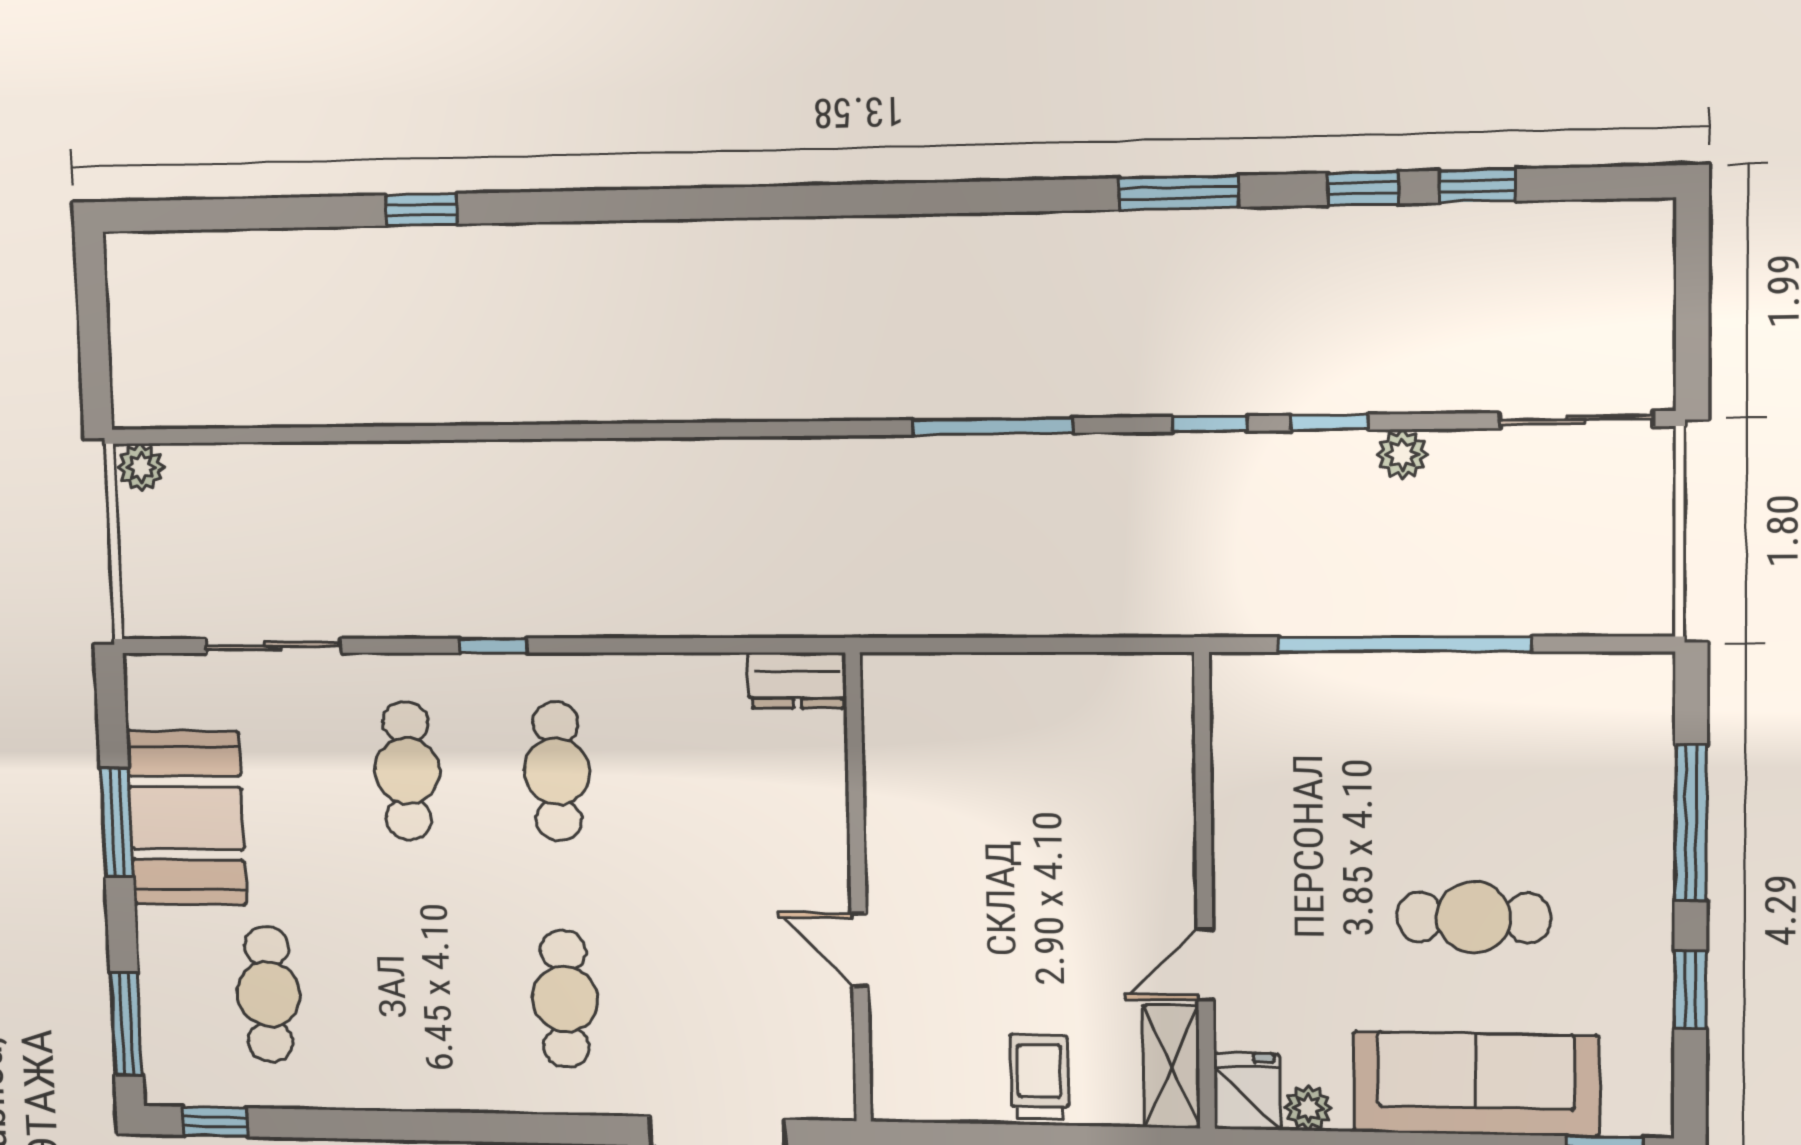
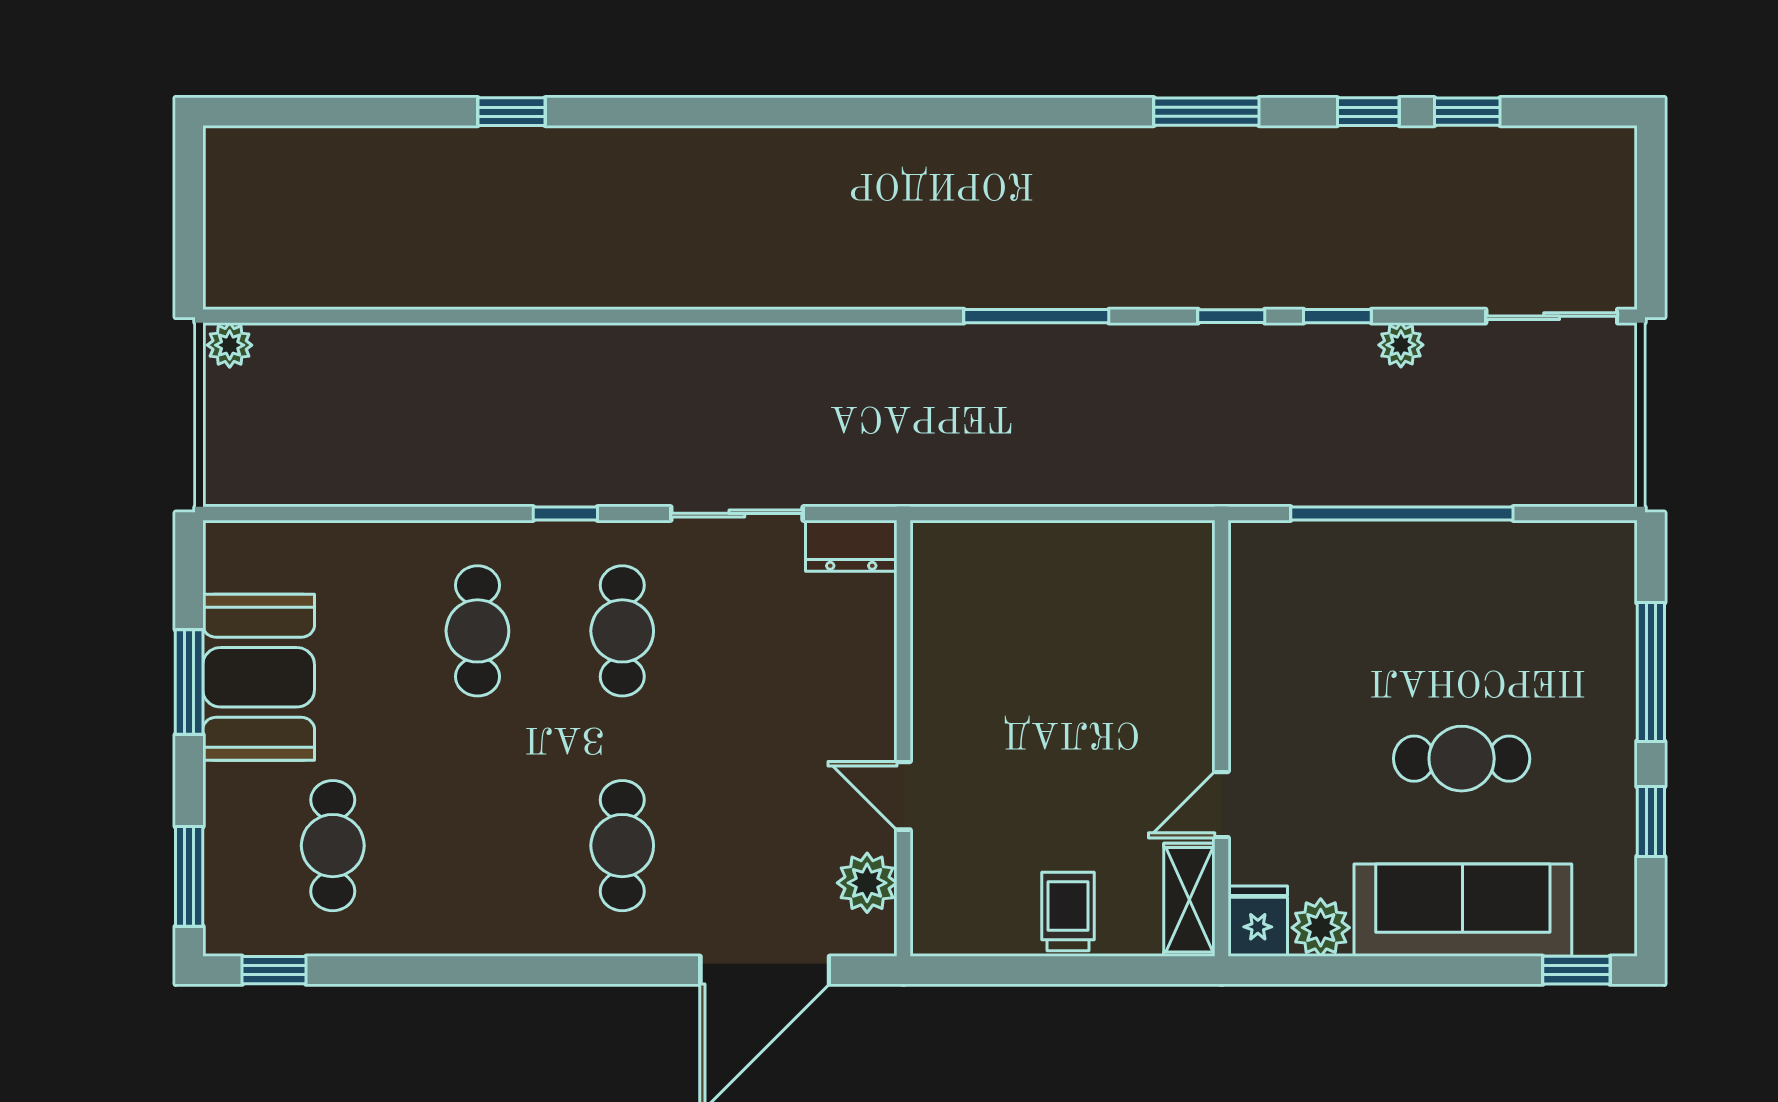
sliding door: (273, 646) -> (737, 513), moved
plant: (823, 1042) -> (867, 883), added
plant: (1308, 1108) -> (1321, 928), width x1.38, depth x1.38

